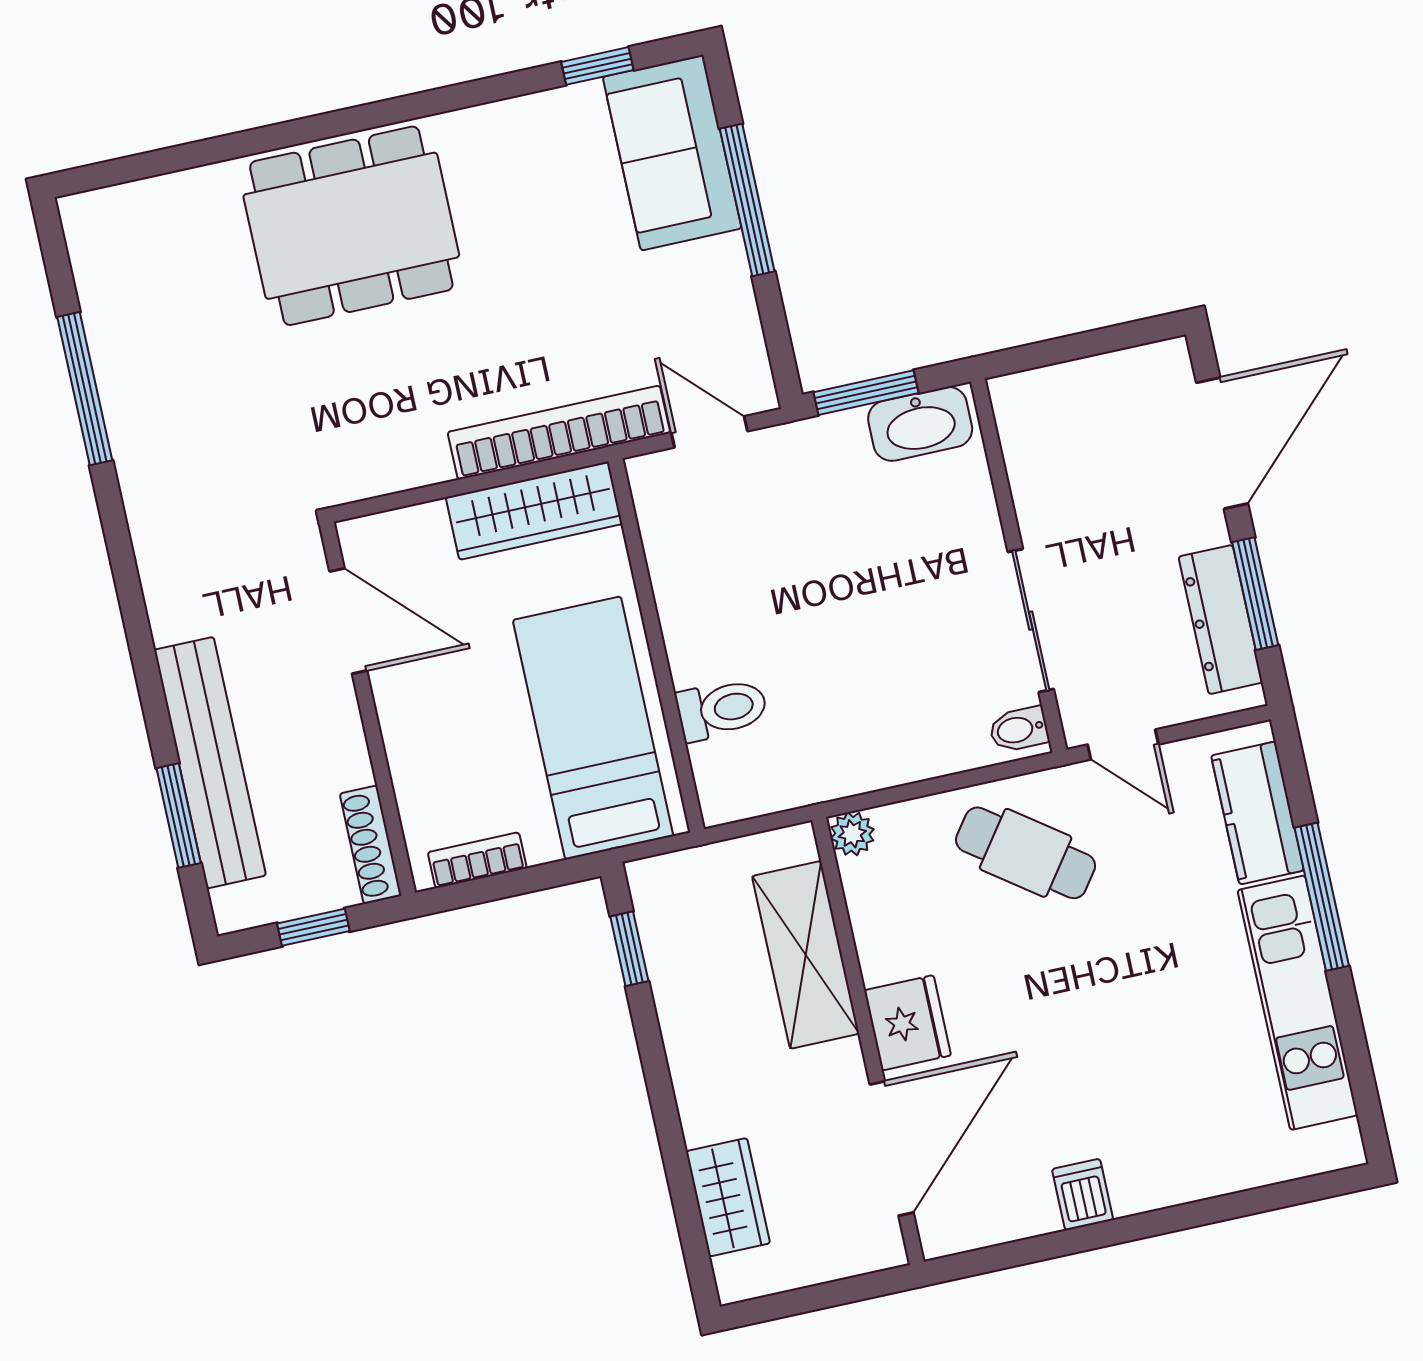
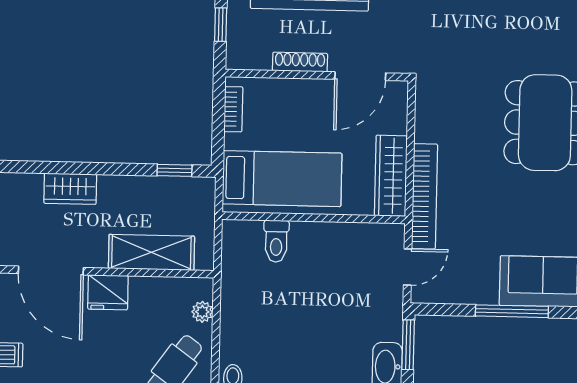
plant: (852, 834) -> (202, 312), moved
shoe rack: (371, 845) -> (300, 62), moved
wardrobe: (728, 1197) -> (70, 189), moved

